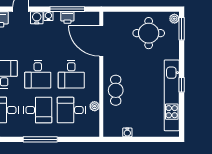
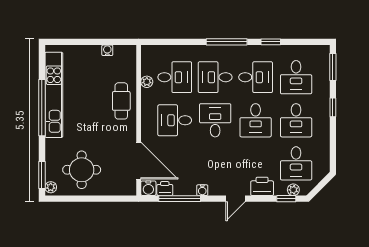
water cooler: (37, 18) -> (148, 188), moved
printer: (67, 18) -> (165, 189), moved
desk: (71, 74) -> (175, 120), turned -90
window: (182, 85) -> (42, 108), width x3.17
window: (40, 139) -> (227, 42), moved

